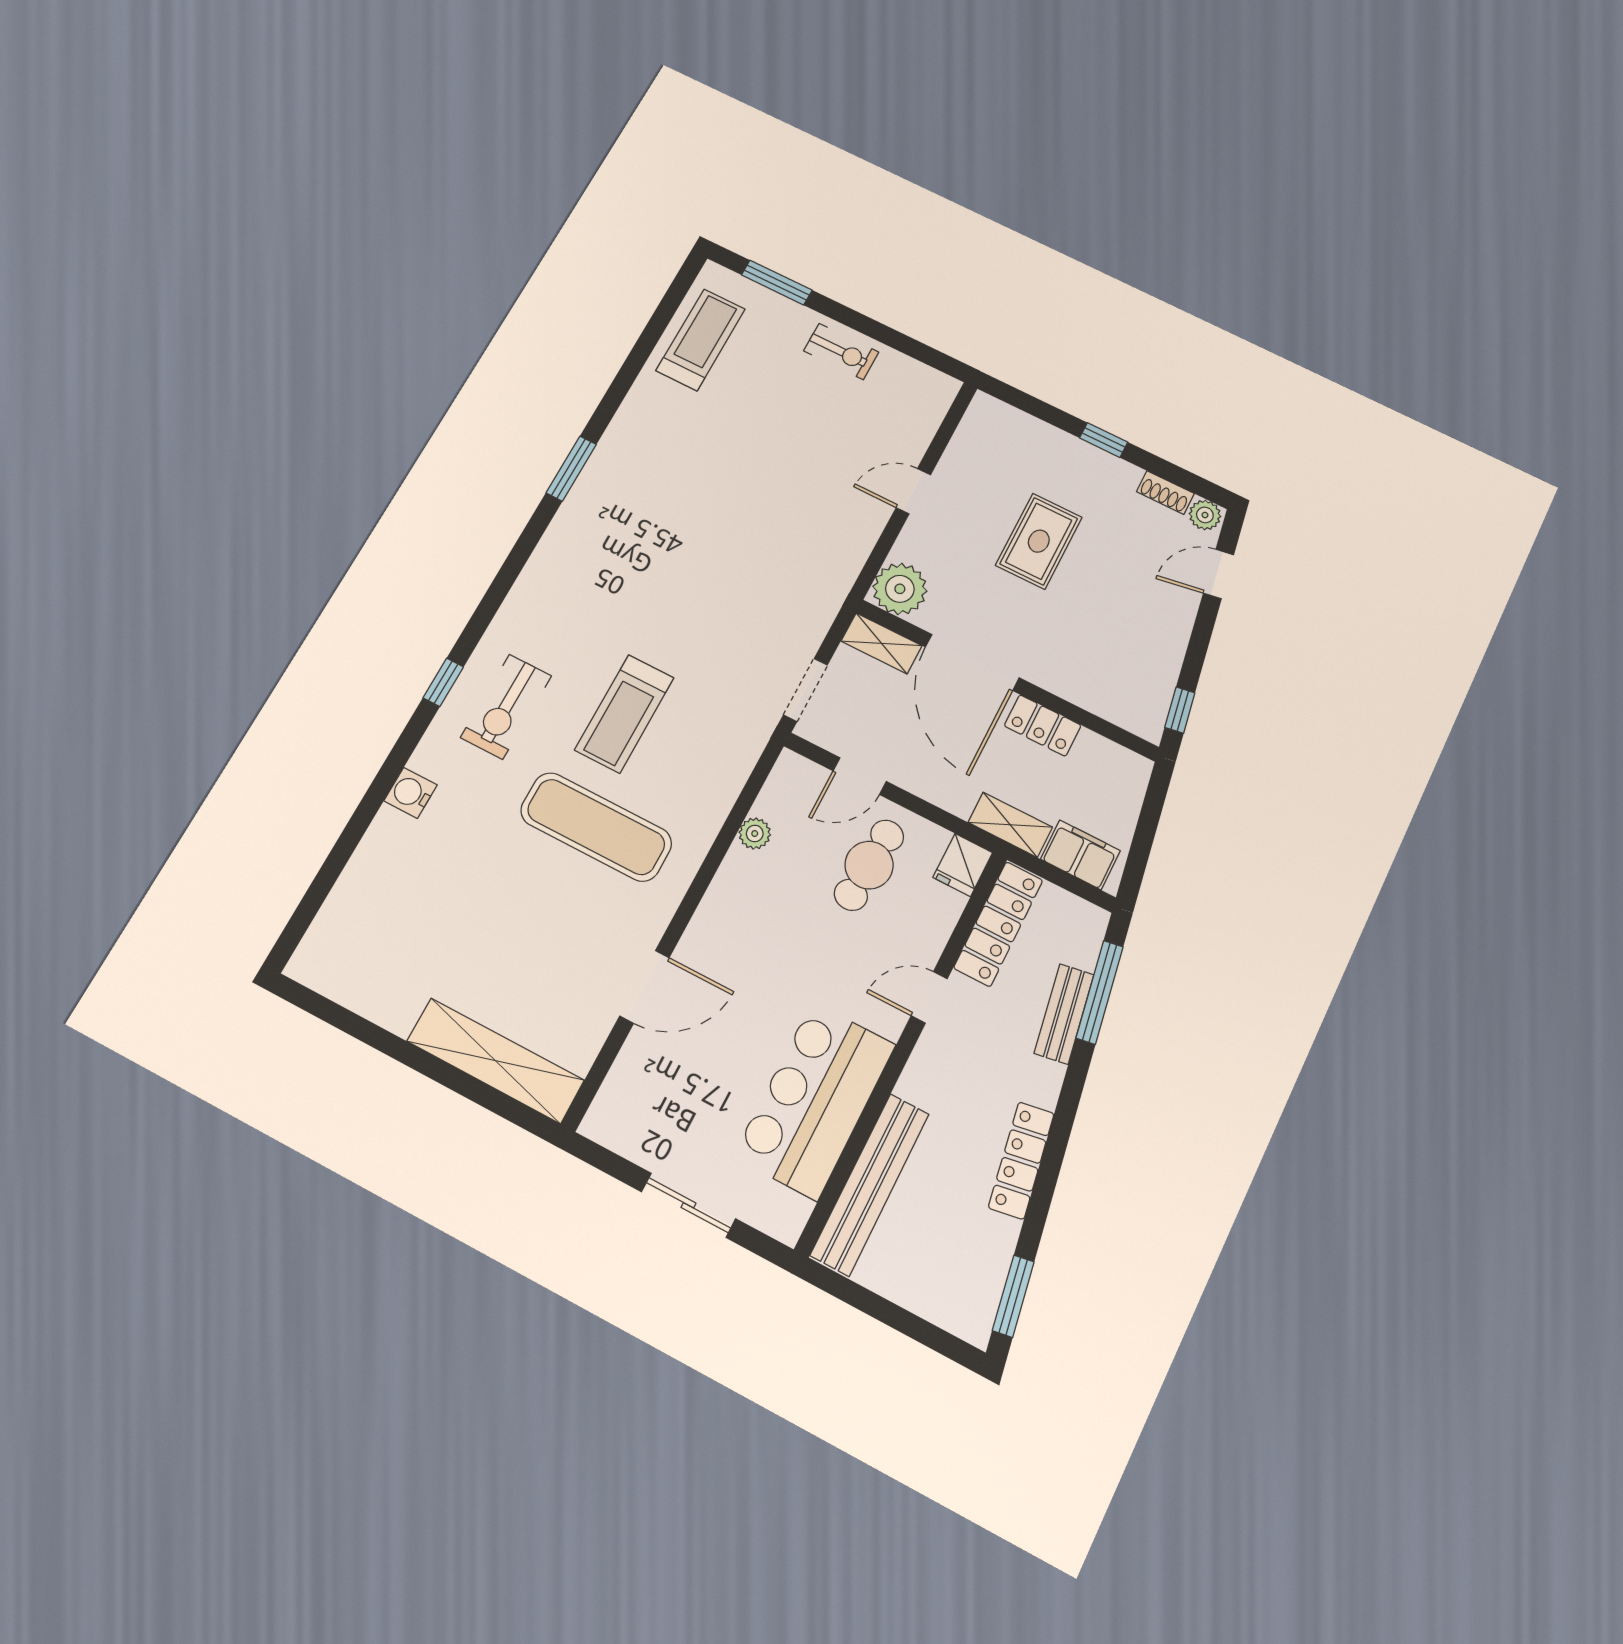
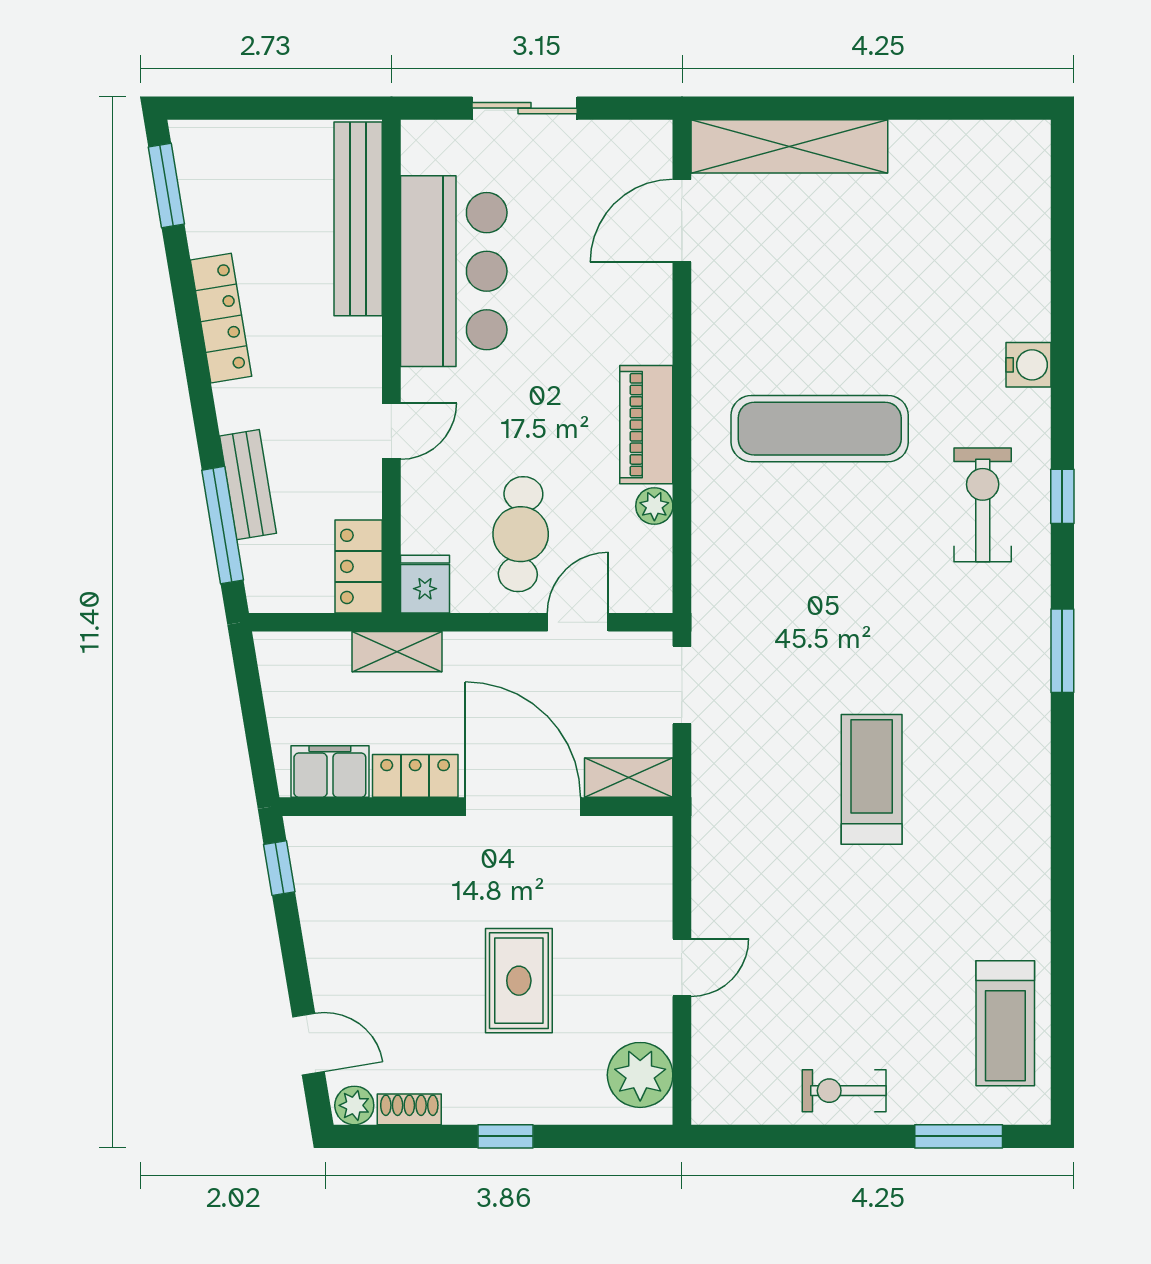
window: (571, 469) -> (1062, 651), moved
door: (1219, 574) -> (308, 1044), hinge flipped
plant: (900, 589) -> (640, 1075), moved
treadmill: (624, 714) -> (872, 779), moved
filing cabinet: (1080, 855) -> (330, 772), moved, turned 180
piano: (727, 899) -> (646, 425), added
locker: (998, 924) -> (359, 566), width x0.66
door: (644, 987) -> (682, 221), moved

